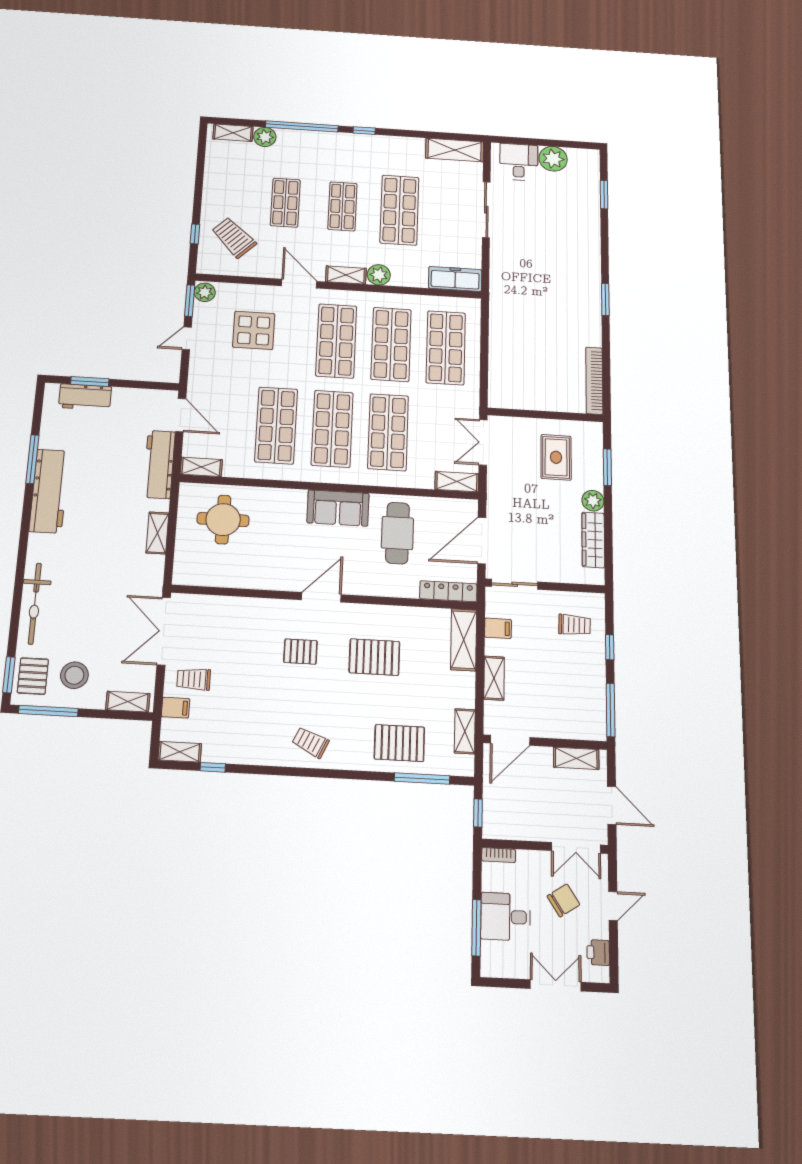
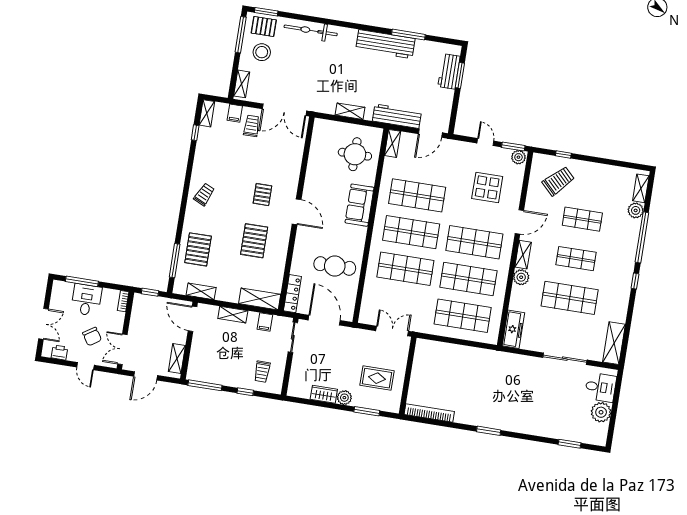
shelving: (457, 482) -> (366, 310), removed
sofa: (338, 508) -> (359, 205), moved
wardrobe: (593, 540) -> (324, 394), width x0.67
double door: (164, 631) -> (284, 110), swing flipped

